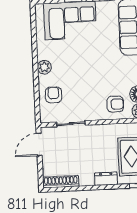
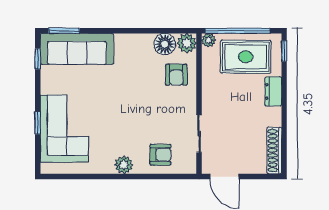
armchair: (53, 95) -> (161, 155), turned 180
armchair: (115, 104) -> (176, 75), turned 180

